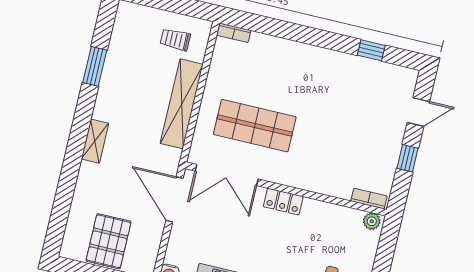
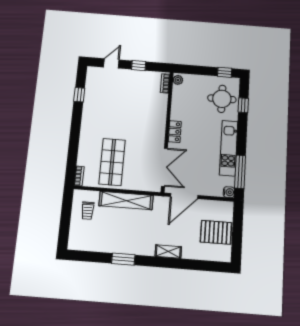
window: (95, 66) -> (123, 259), moved
door: (418, 112) -> (111, 63), hinge flipped
shop shelf: (255, 126) -> (112, 162), moved
shelving: (95, 141) -> (168, 252), moved

